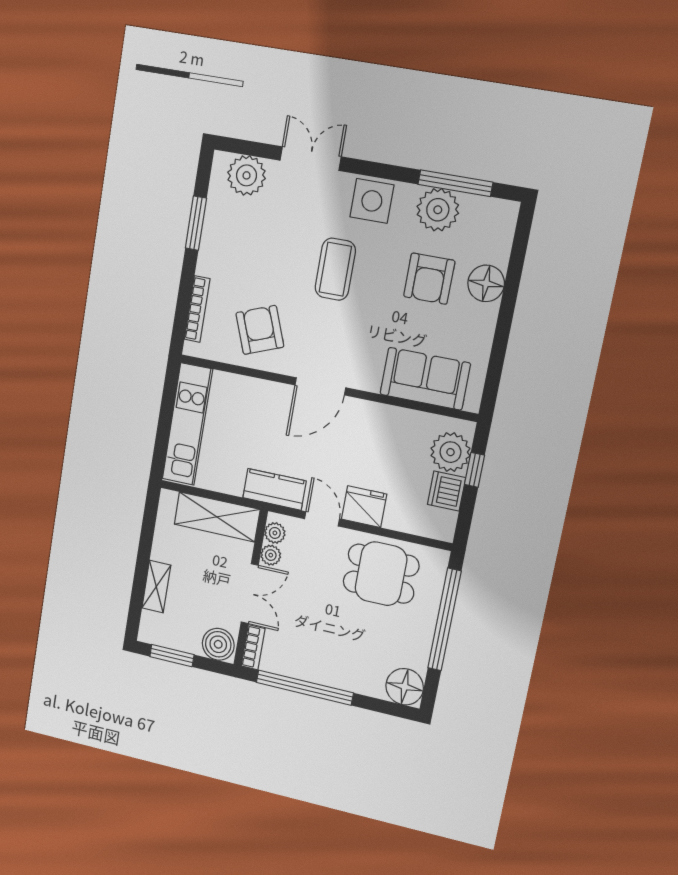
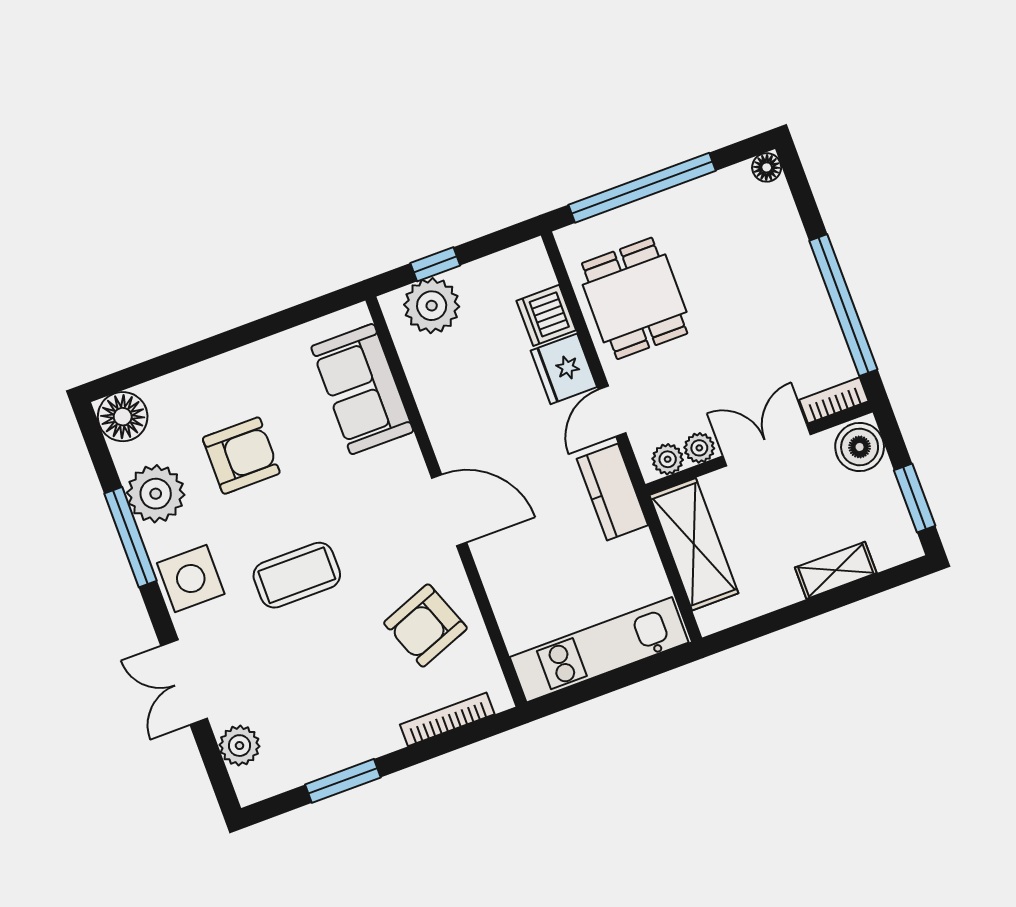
plant: (247, 175) -> (239, 746), width x0.73, depth x0.73
window: (455, 183) -> (130, 537), moved
floor lamp: (486, 283) -> (123, 417), moved
dishwasher: (446, 491) -> (546, 315), moved, turned 90
floor lamp: (405, 687) -> (767, 167), width x0.53, depth x0.53

